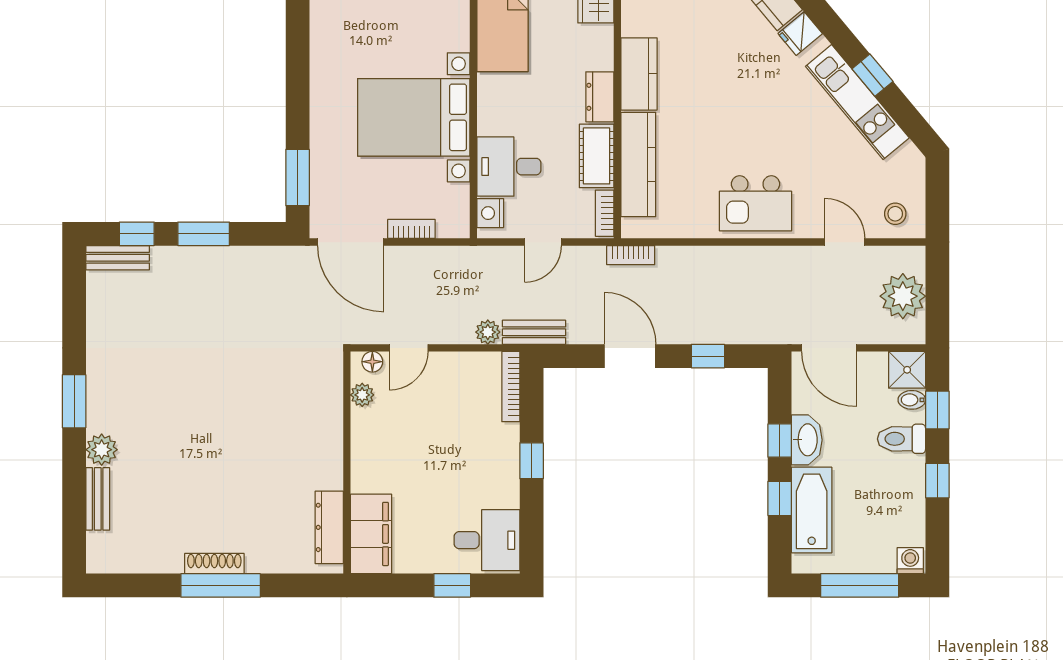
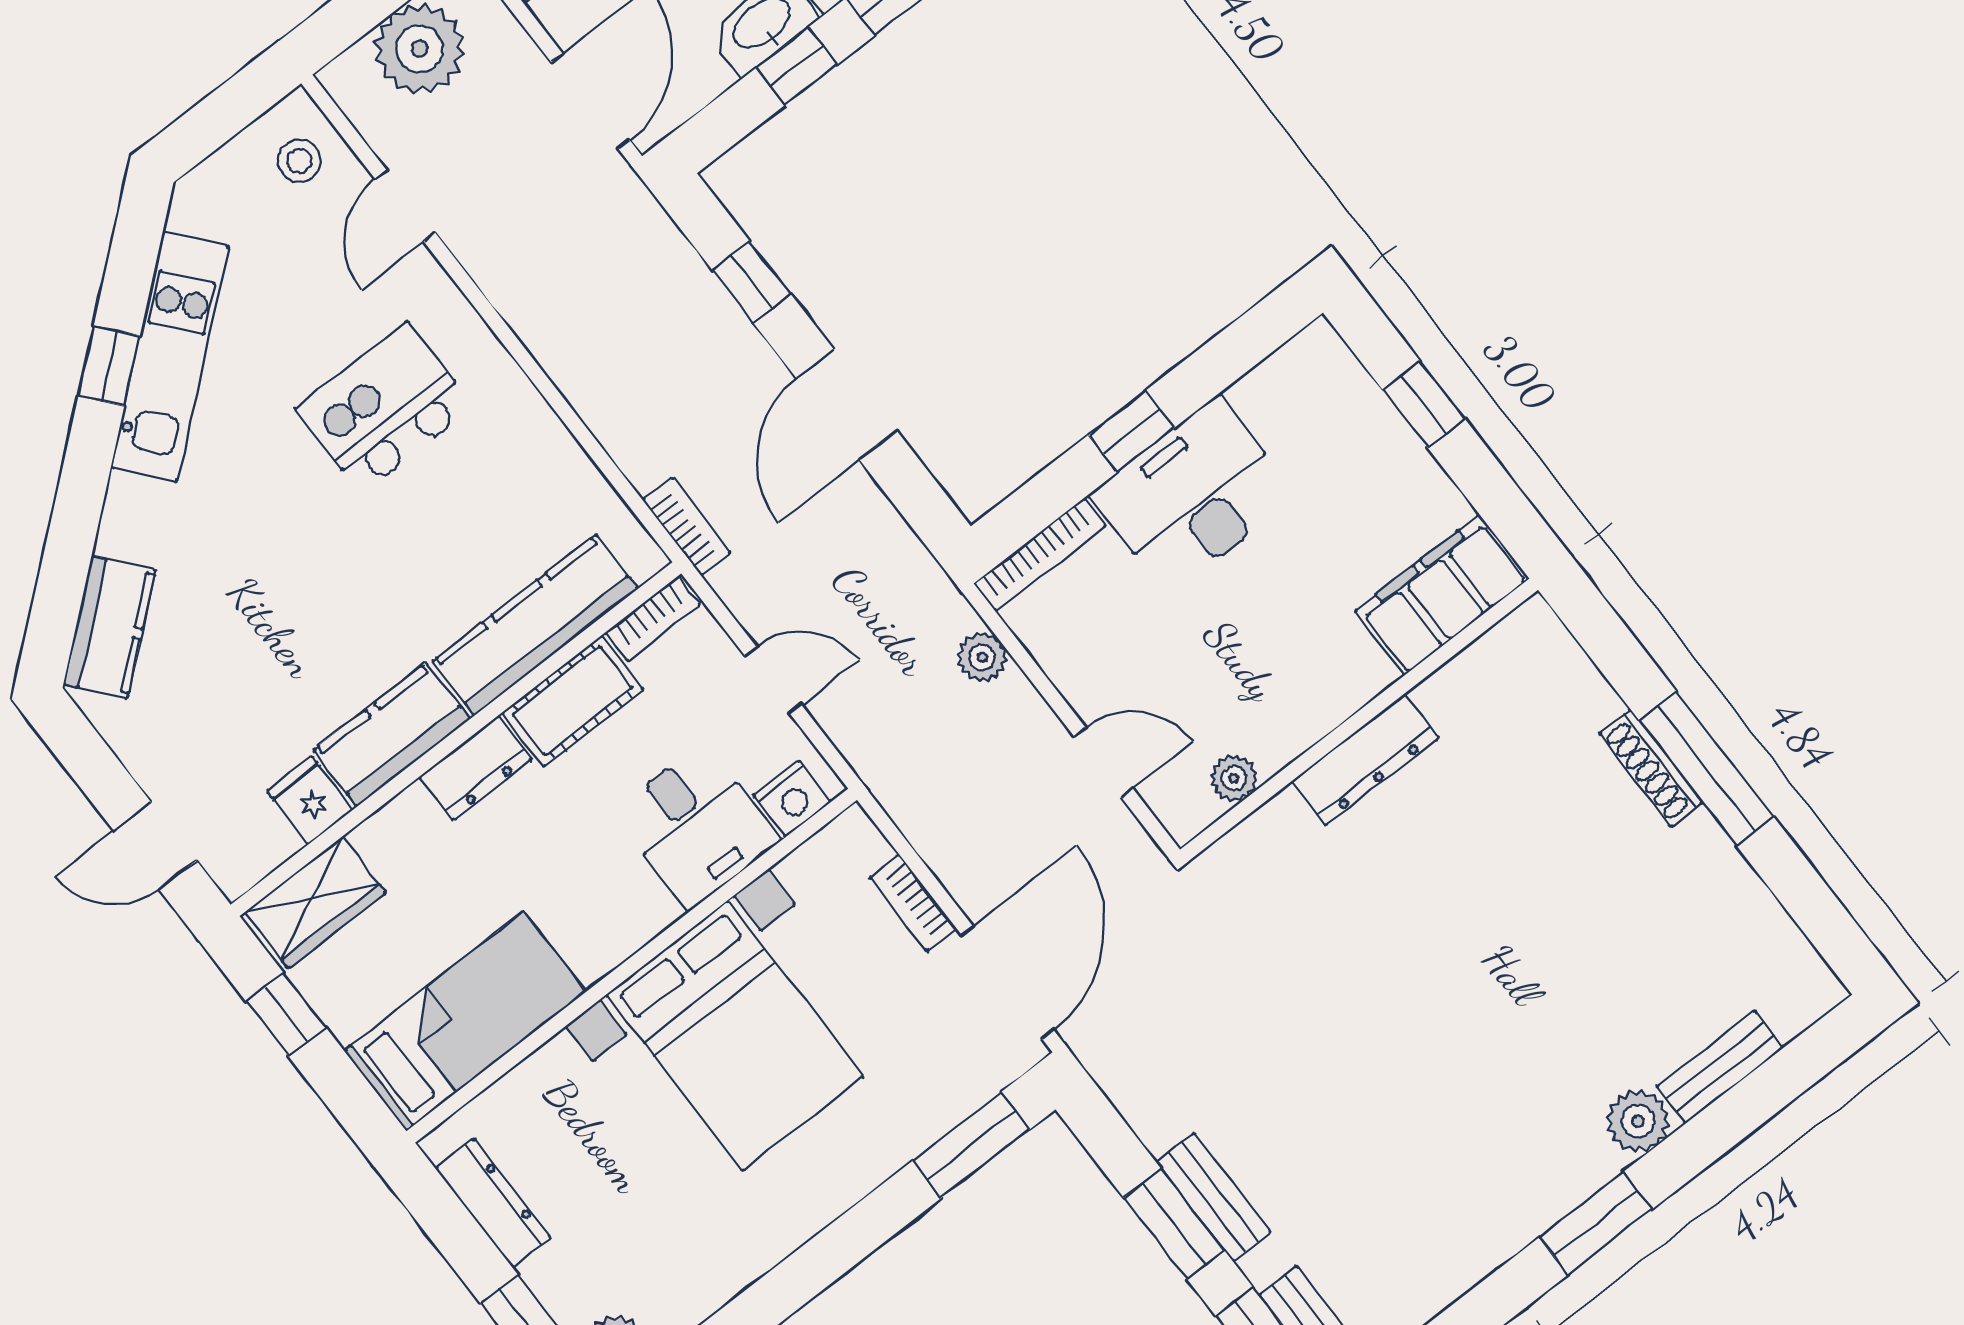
fridge: (800, 34) -> (310, 800), moved, turned -140
kitchen island: (755, 203) -> (384, 408), moved, turned -90
bench: (534, 332) -> (1213, 1197), moved
floor lamp: (372, 362) -> (1170, 803), removed
dresser: (329, 527) -> (1365, 760), moved
desk: (487, 540) -> (1193, 496), moved, width x1.37
shoe rack: (214, 564) -> (1651, 768), moved

